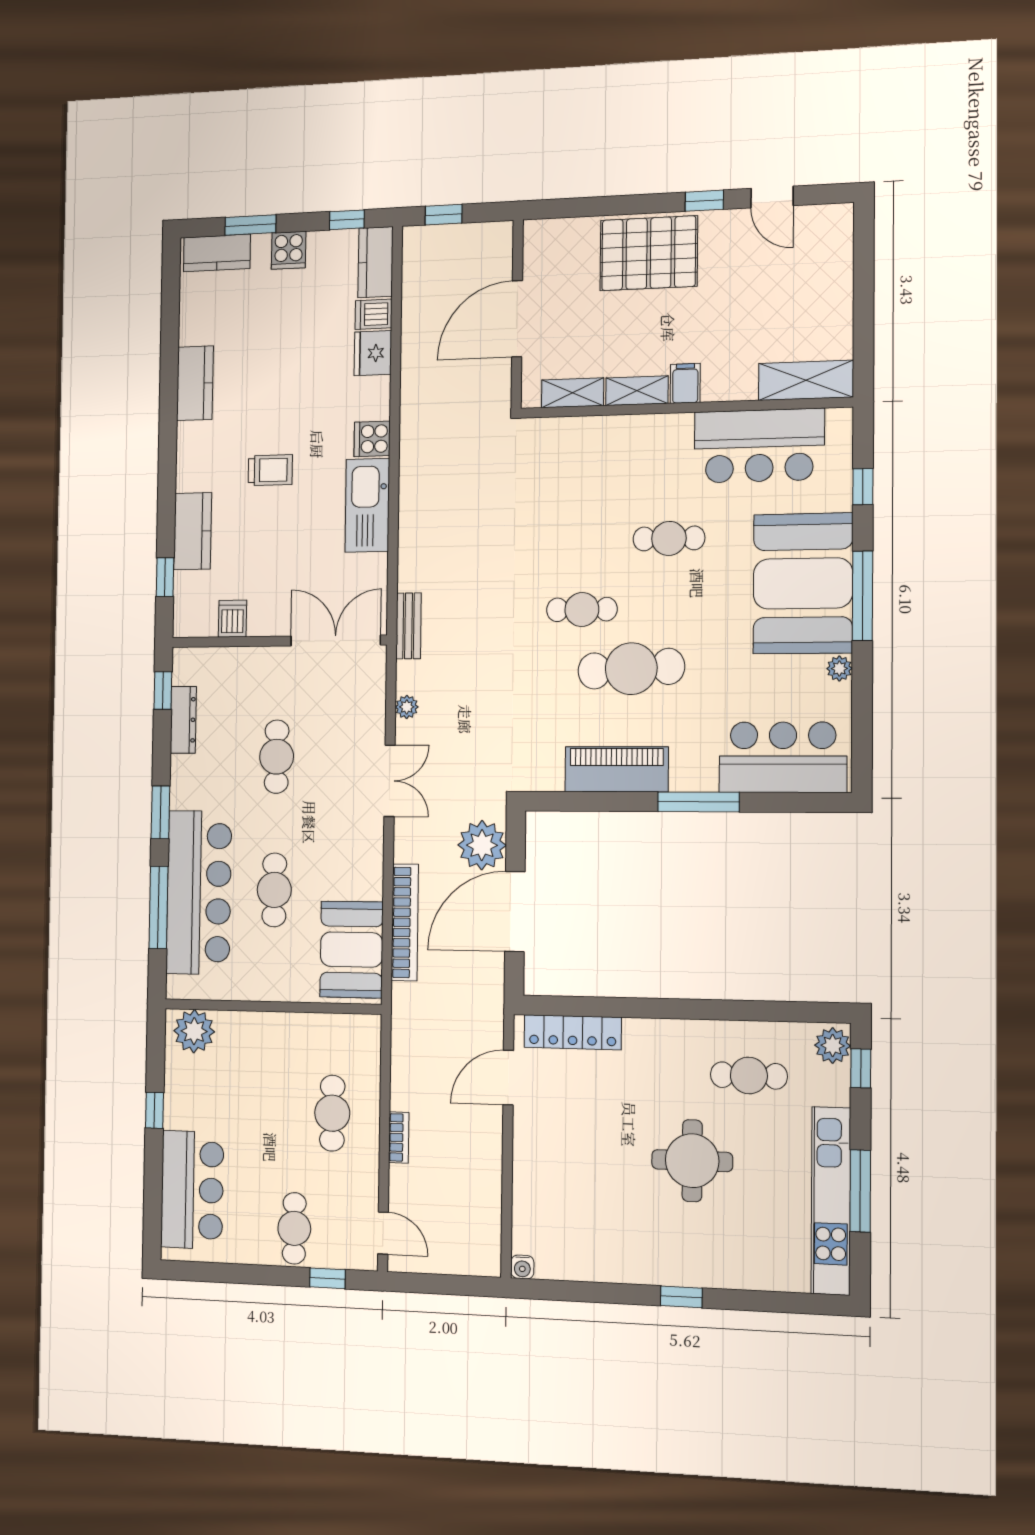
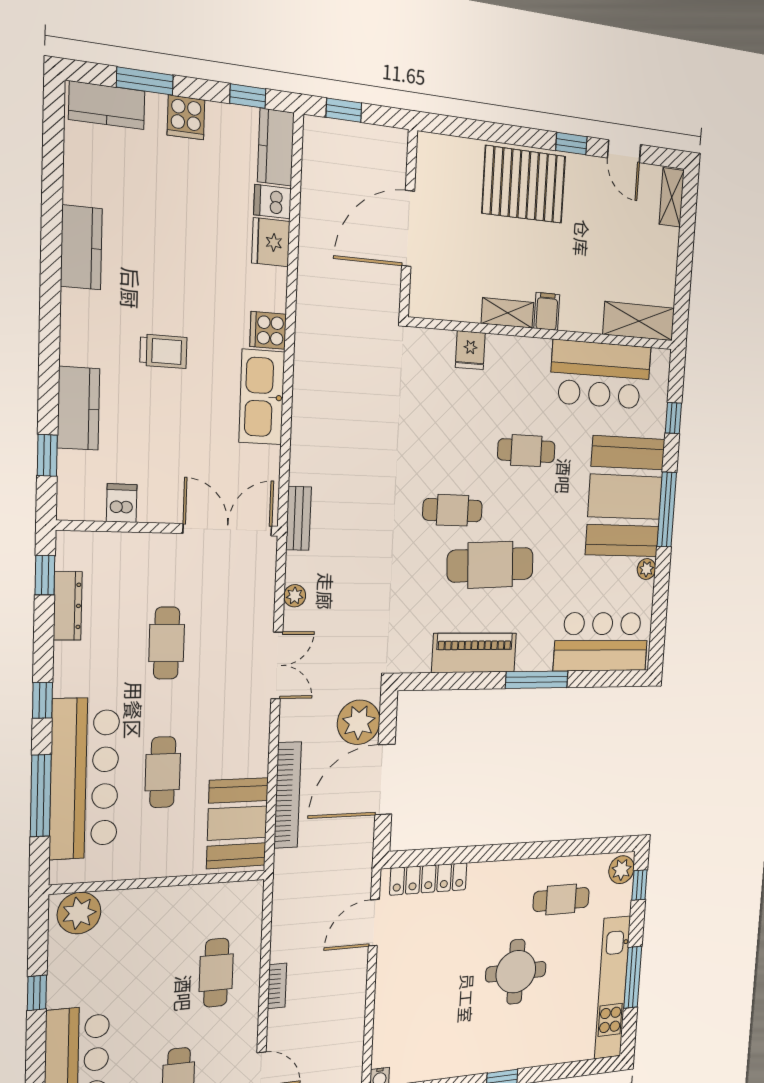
shelving: (573, 393) -> (672, 197), moved, turned 90
fridge: (594, 435) -> (470, 350), added
window: (160, 812) -> (43, 700), width x0.67

